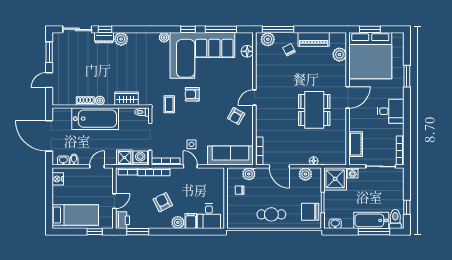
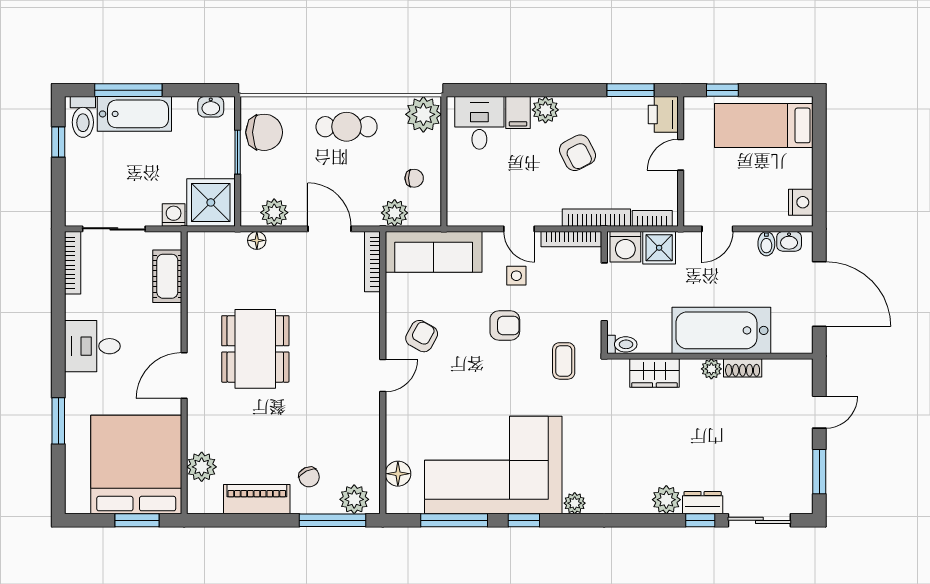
armchair: (192, 94) -> (505, 325), moved
plant: (235, 220) -> (423, 114), added

